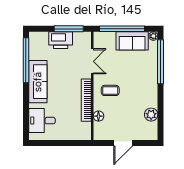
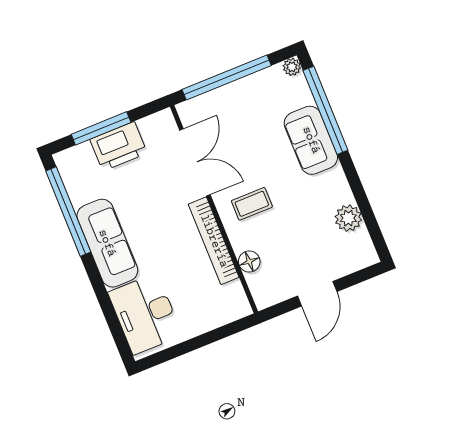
window: (69, 29) -> (101, 128), moved
sofa: (132, 41) -> (311, 140), moved, turned 90
double door: (92, 61) -> (195, 162), width x1.37
desk: (42, 121) -> (145, 314), width x1.37

